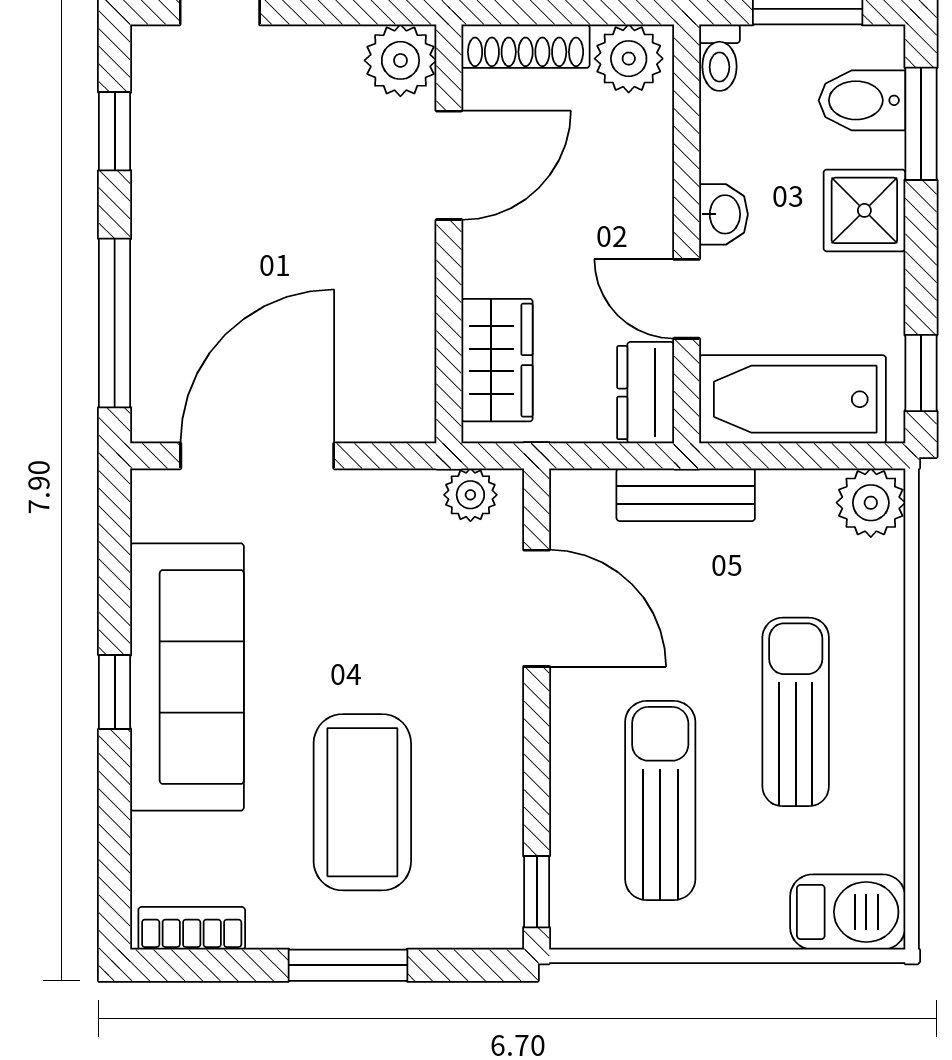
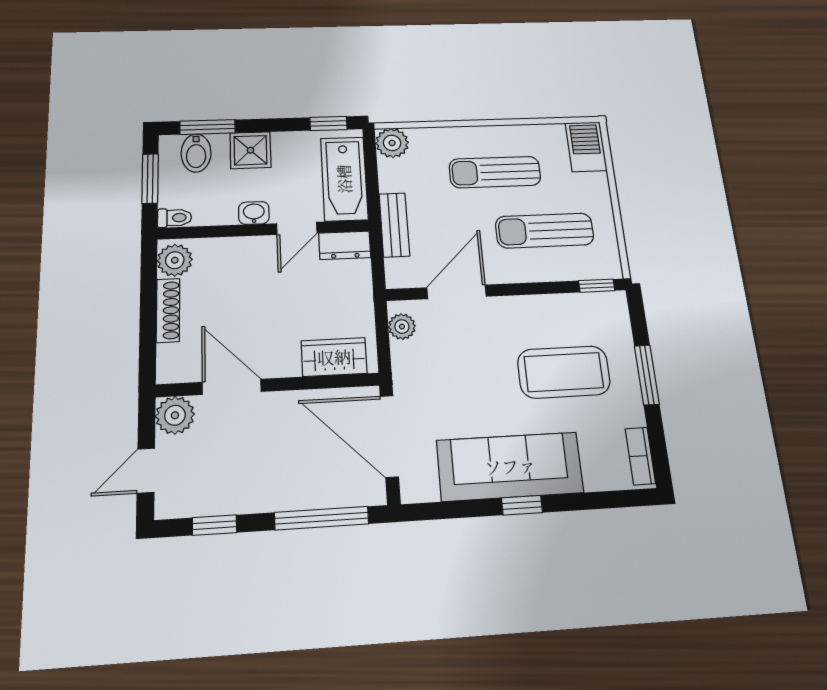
plant: (400, 60) -> (175, 415), moved
door: (449, 165) -> (232, 387), moved
wall: (449, 234) -> (268, 385), moved
wardrobe: (497, 360) -> (334, 357), moved

